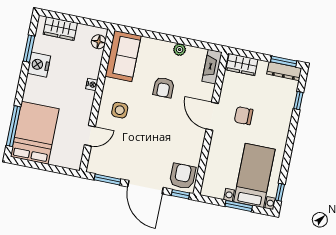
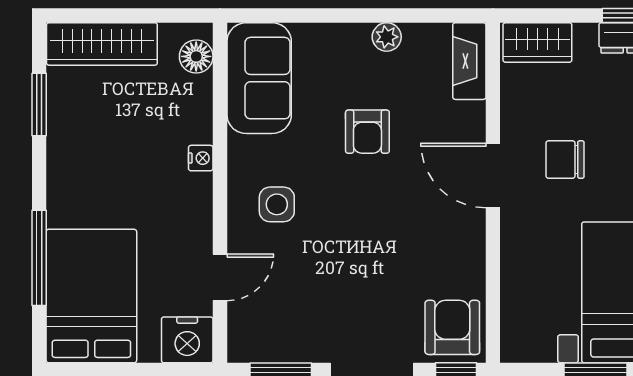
wardrobe: (60, 29) -> (102, 44), width x1.50
nightstand: (39, 65) -> (187, 340), moved, turned -90
window: (13, 126) -> (39, 258), moved

